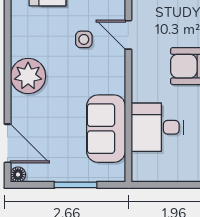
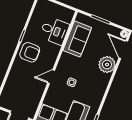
door: (128, 35) -> (51, 77), swing flipped
plant: (28, 76) -> (107, 65), moved

